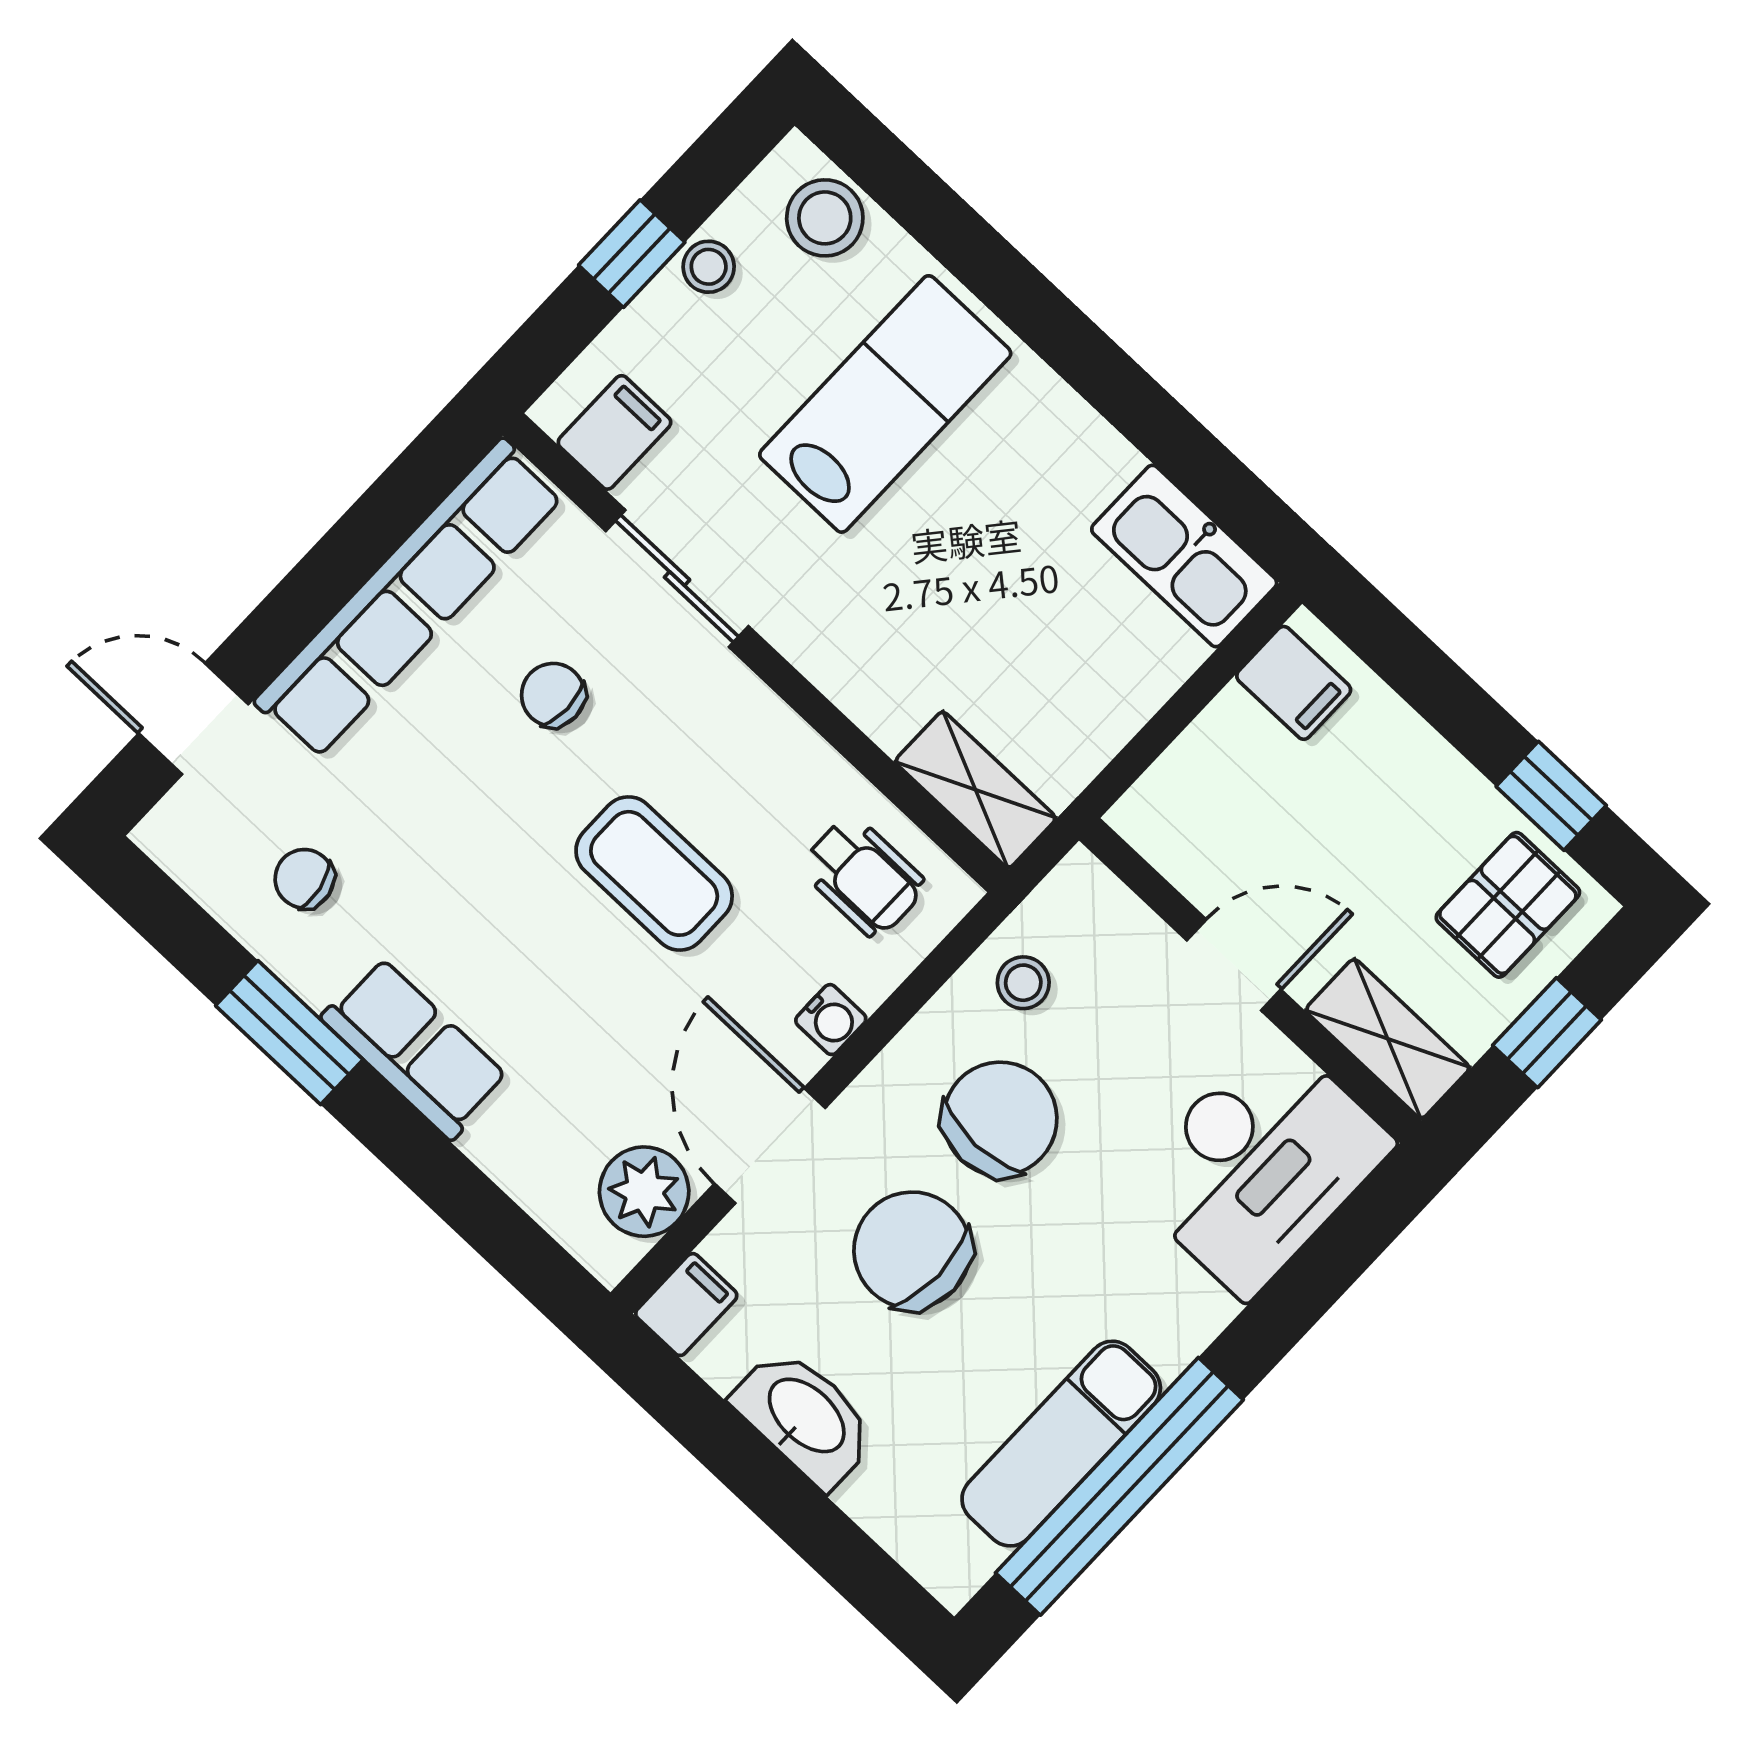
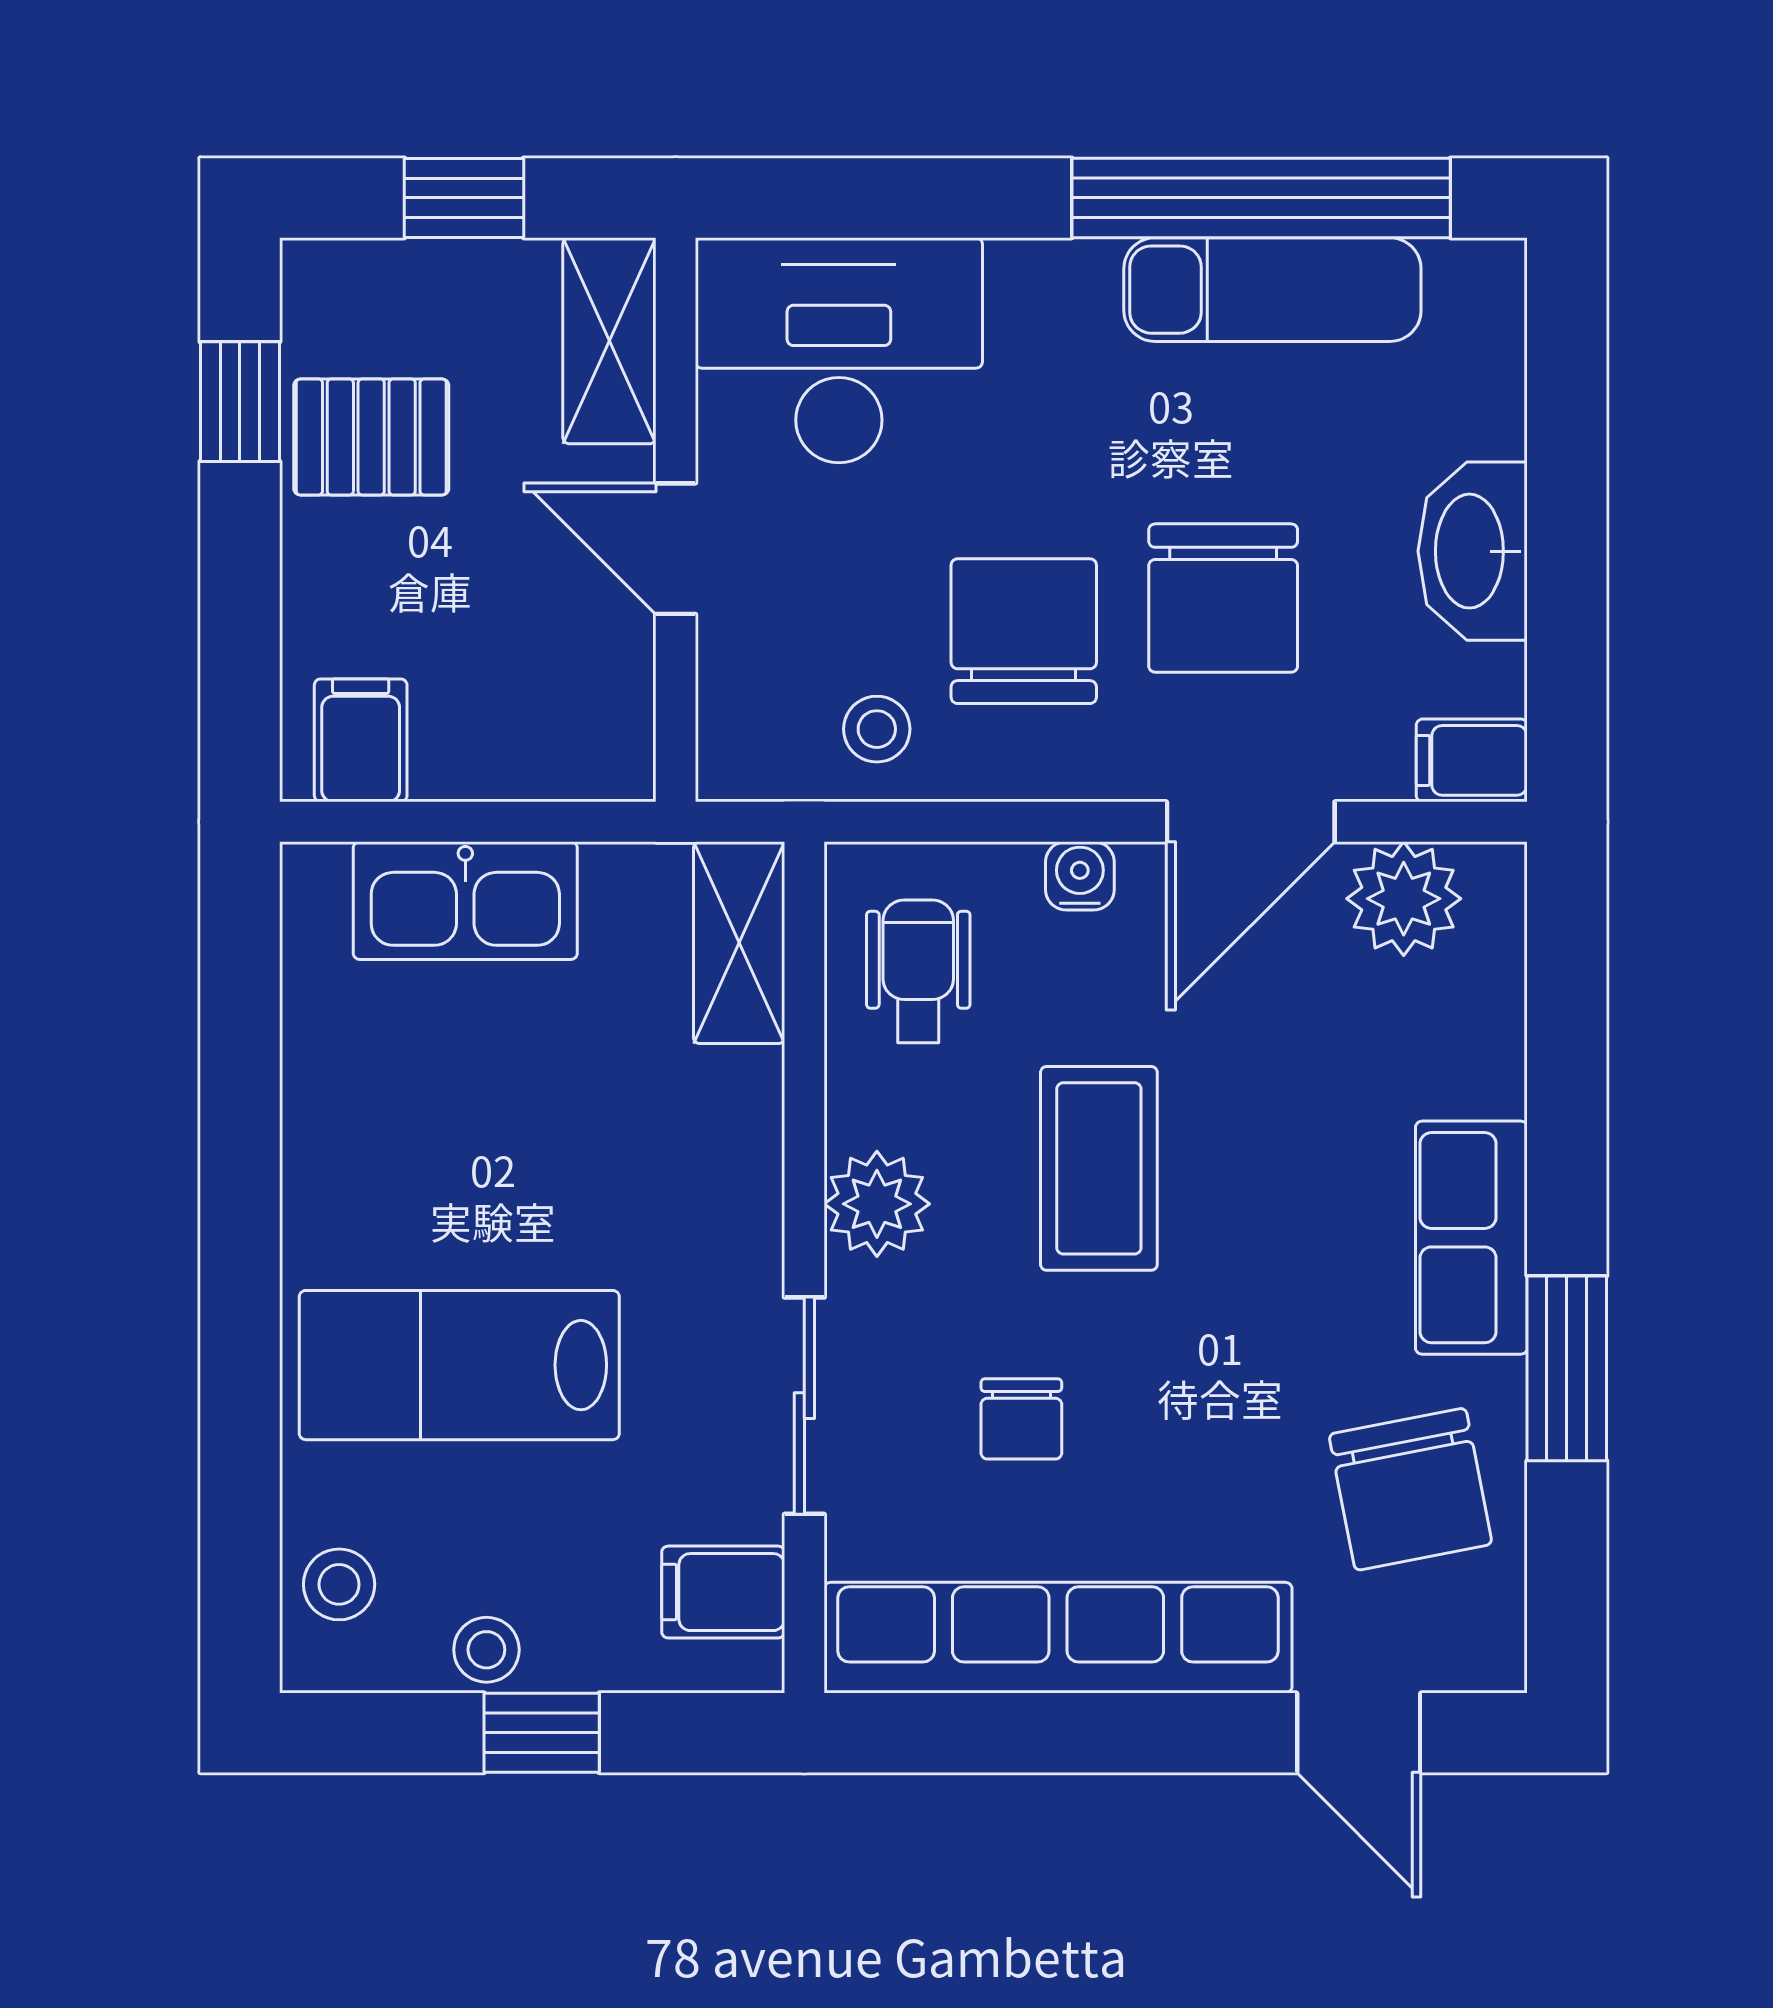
stool: (825, 218) -> (339, 1584), width x0.73, depth x0.73
kitchen sink: (1184, 556) -> (465, 901), moved, turned 90
plant: (753, 728) -> (877, 1204), added
chair: (304, 879) -> (1410, 1489), width x1.87, depth x1.87
pallet: (1508, 905) -> (371, 437), moved
chair: (1000, 1119) -> (1024, 631), turned 90

